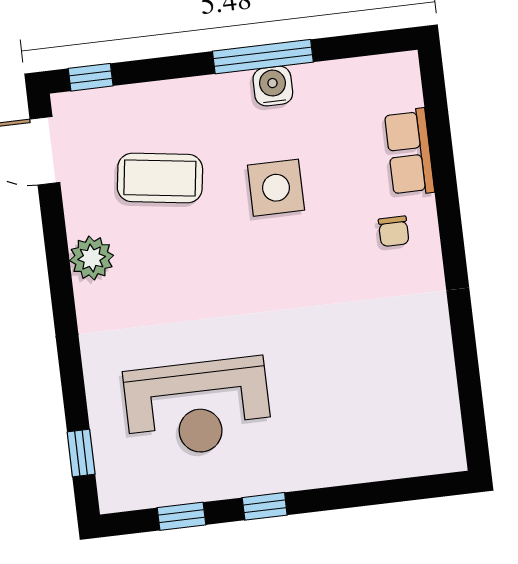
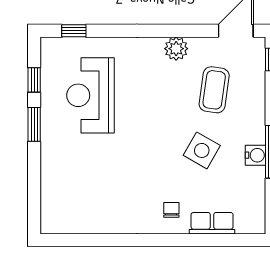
side table: (276, 188) -> (202, 150), turned 30
chair: (394, 231) -> (171, 210), turned 90
window: (265, 506) -> (34, 124), width x1.50

